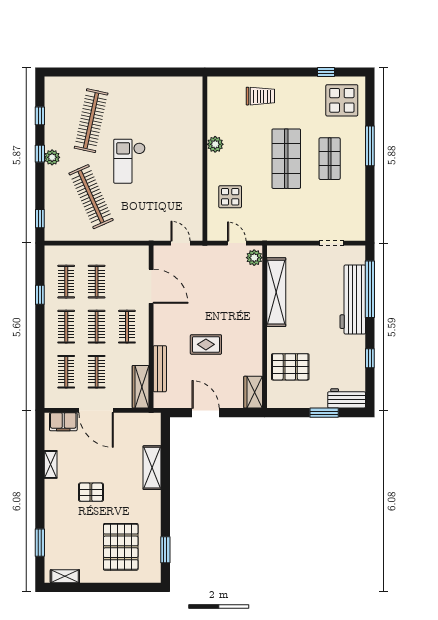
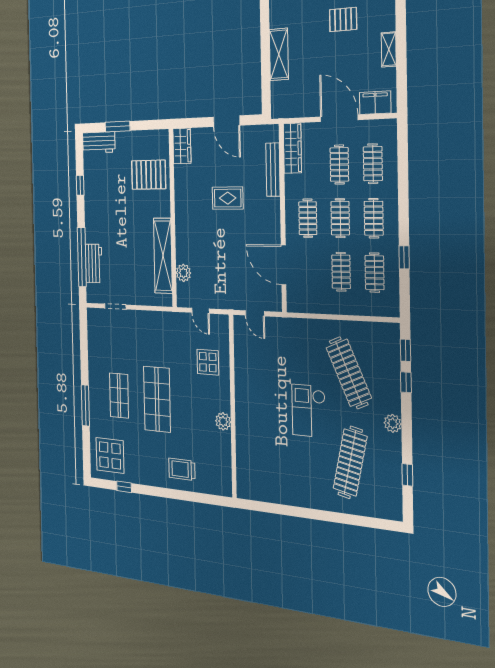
window: (40, 154) -> (406, 382), moved
checkout: (129, 161) -> (309, 411), turned 180
plant: (254, 258) -> (183, 273), moved
workbench: (353, 299) -> (94, 263), width x0.53, depth x0.76

